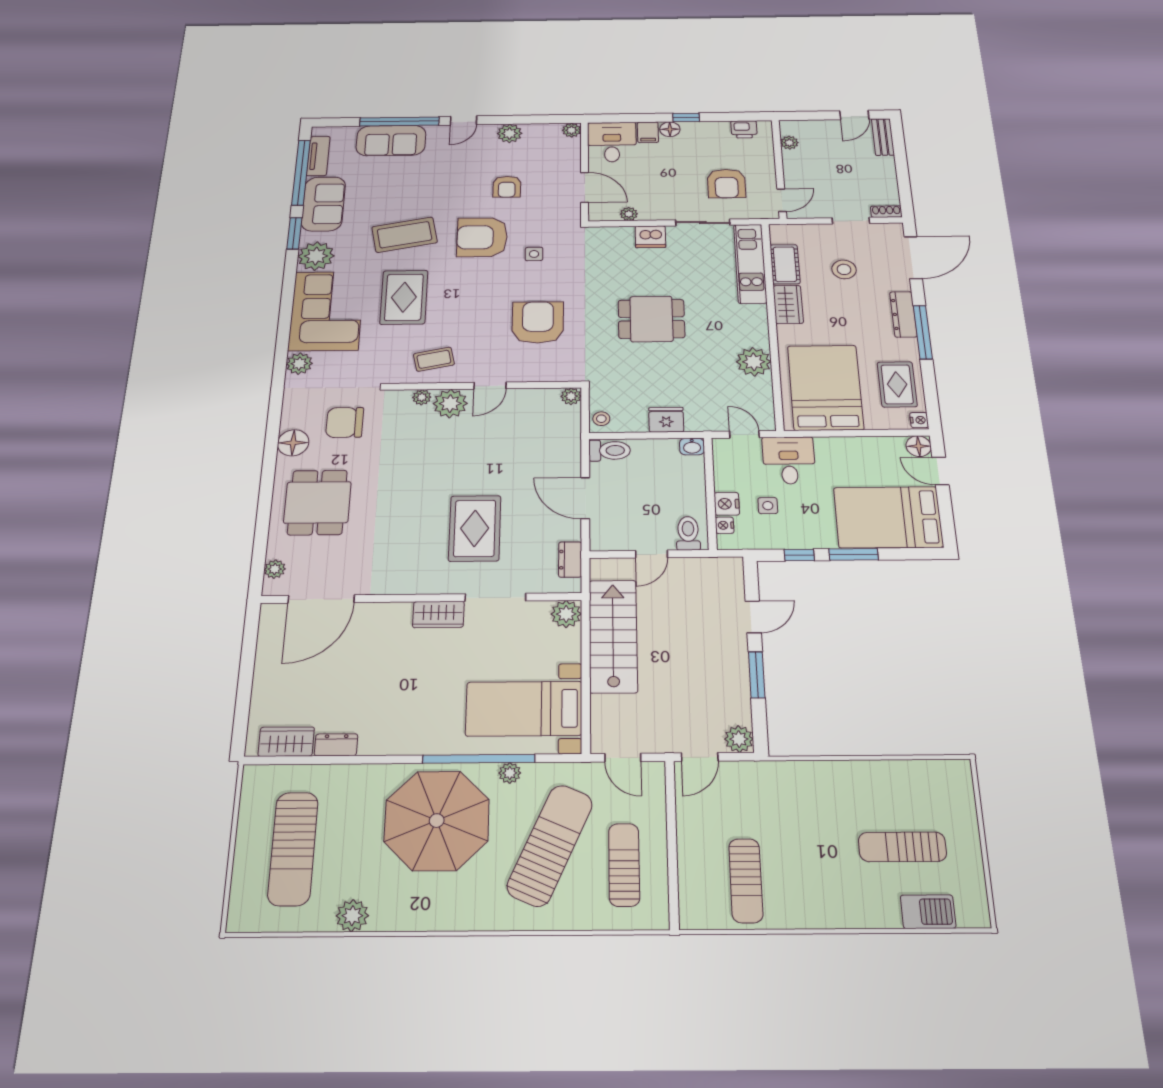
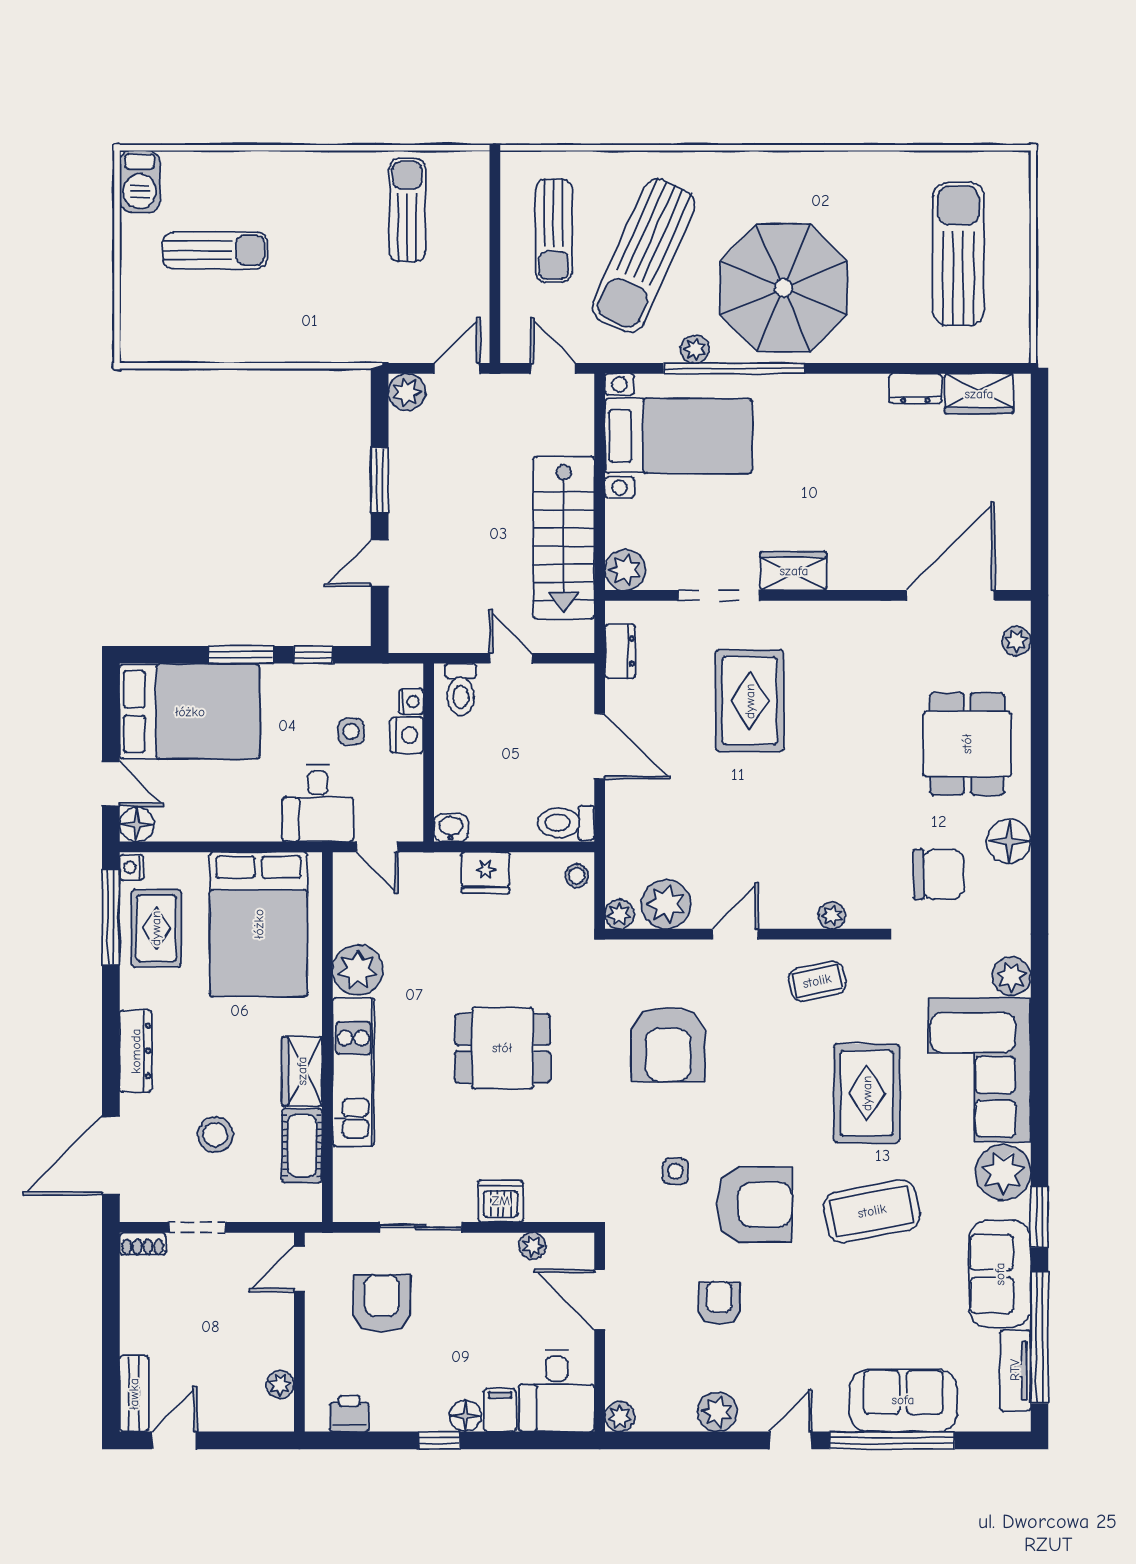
kitchen unit: (750, 263) -> (353, 1072), moved
window: (923, 332) -> (111, 917), moved
plant: (450, 404) -> (666, 904), moved
door: (652, 554) -> (511, 658), hinge flipped
barbecue: (928, 912) -> (140, 181), moved, turned -90
plant: (352, 916) -> (880, 170), removed

